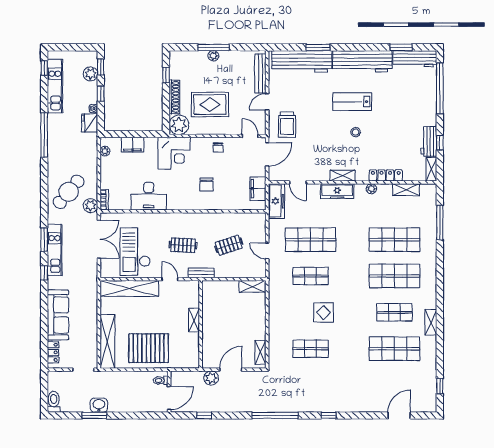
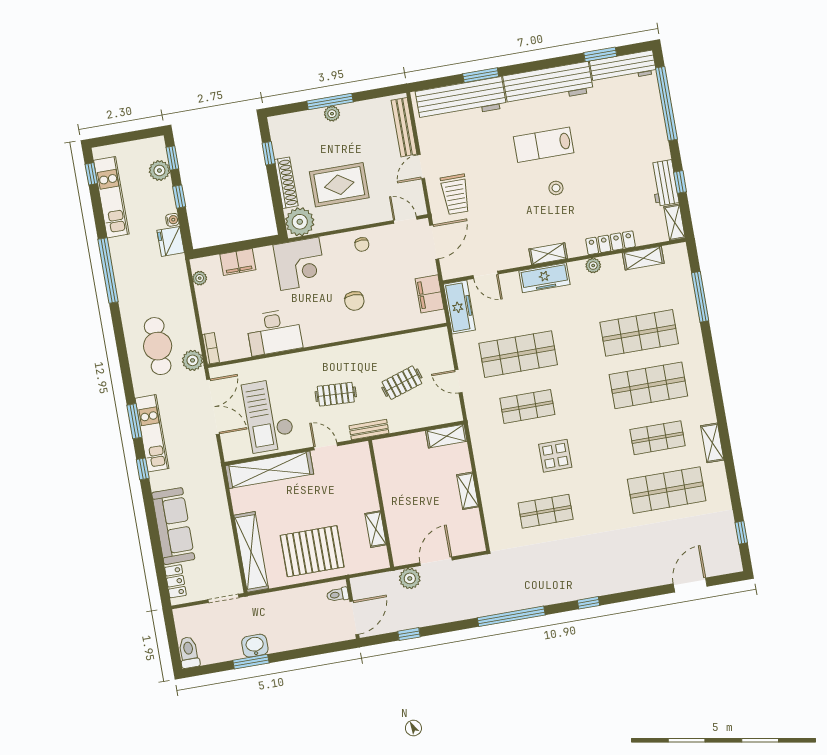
cafe table: (69, 192) -> (158, 346), turned -40
shelving: (194, 320) -> (376, 529), moved
shelving: (260, 352) -> (468, 491), moved

